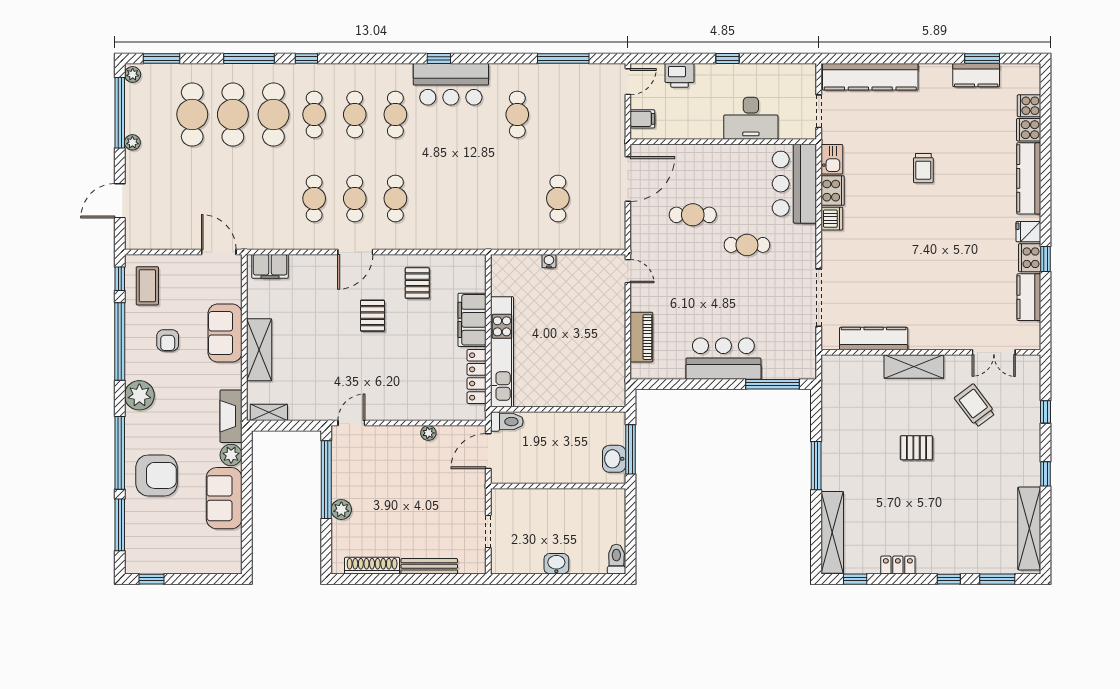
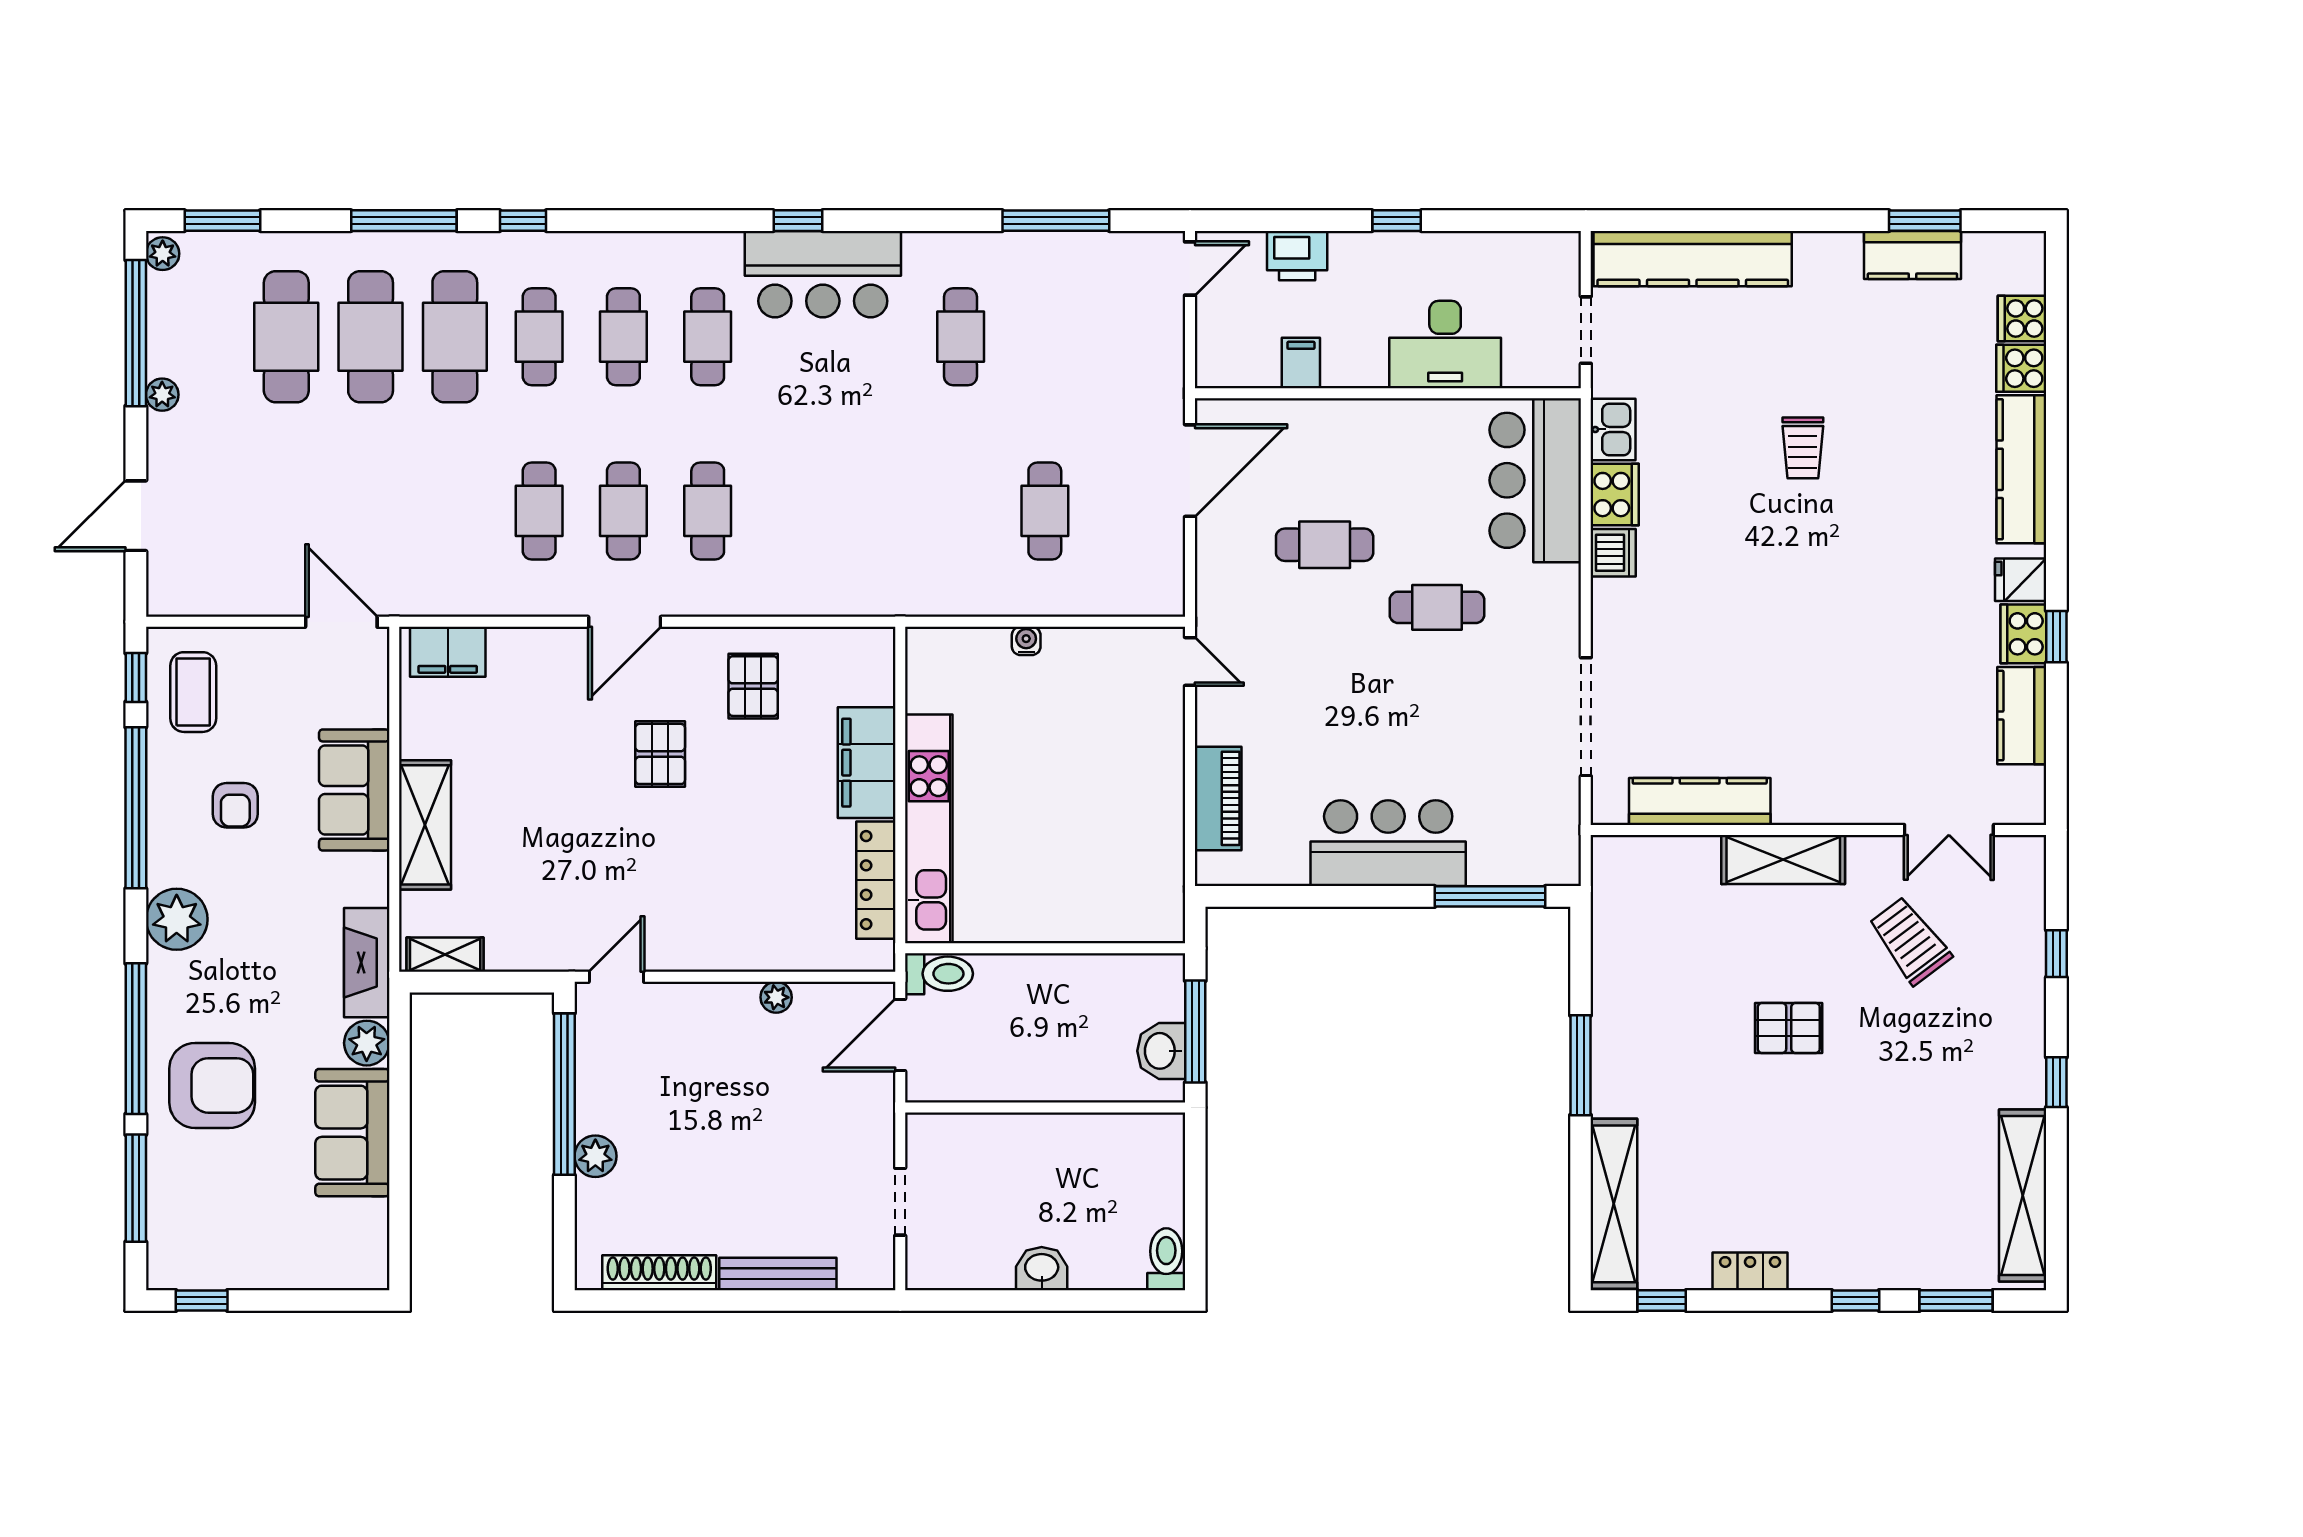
filing cabinet: (642, 119) -> (1301, 363), moved, turned -90

